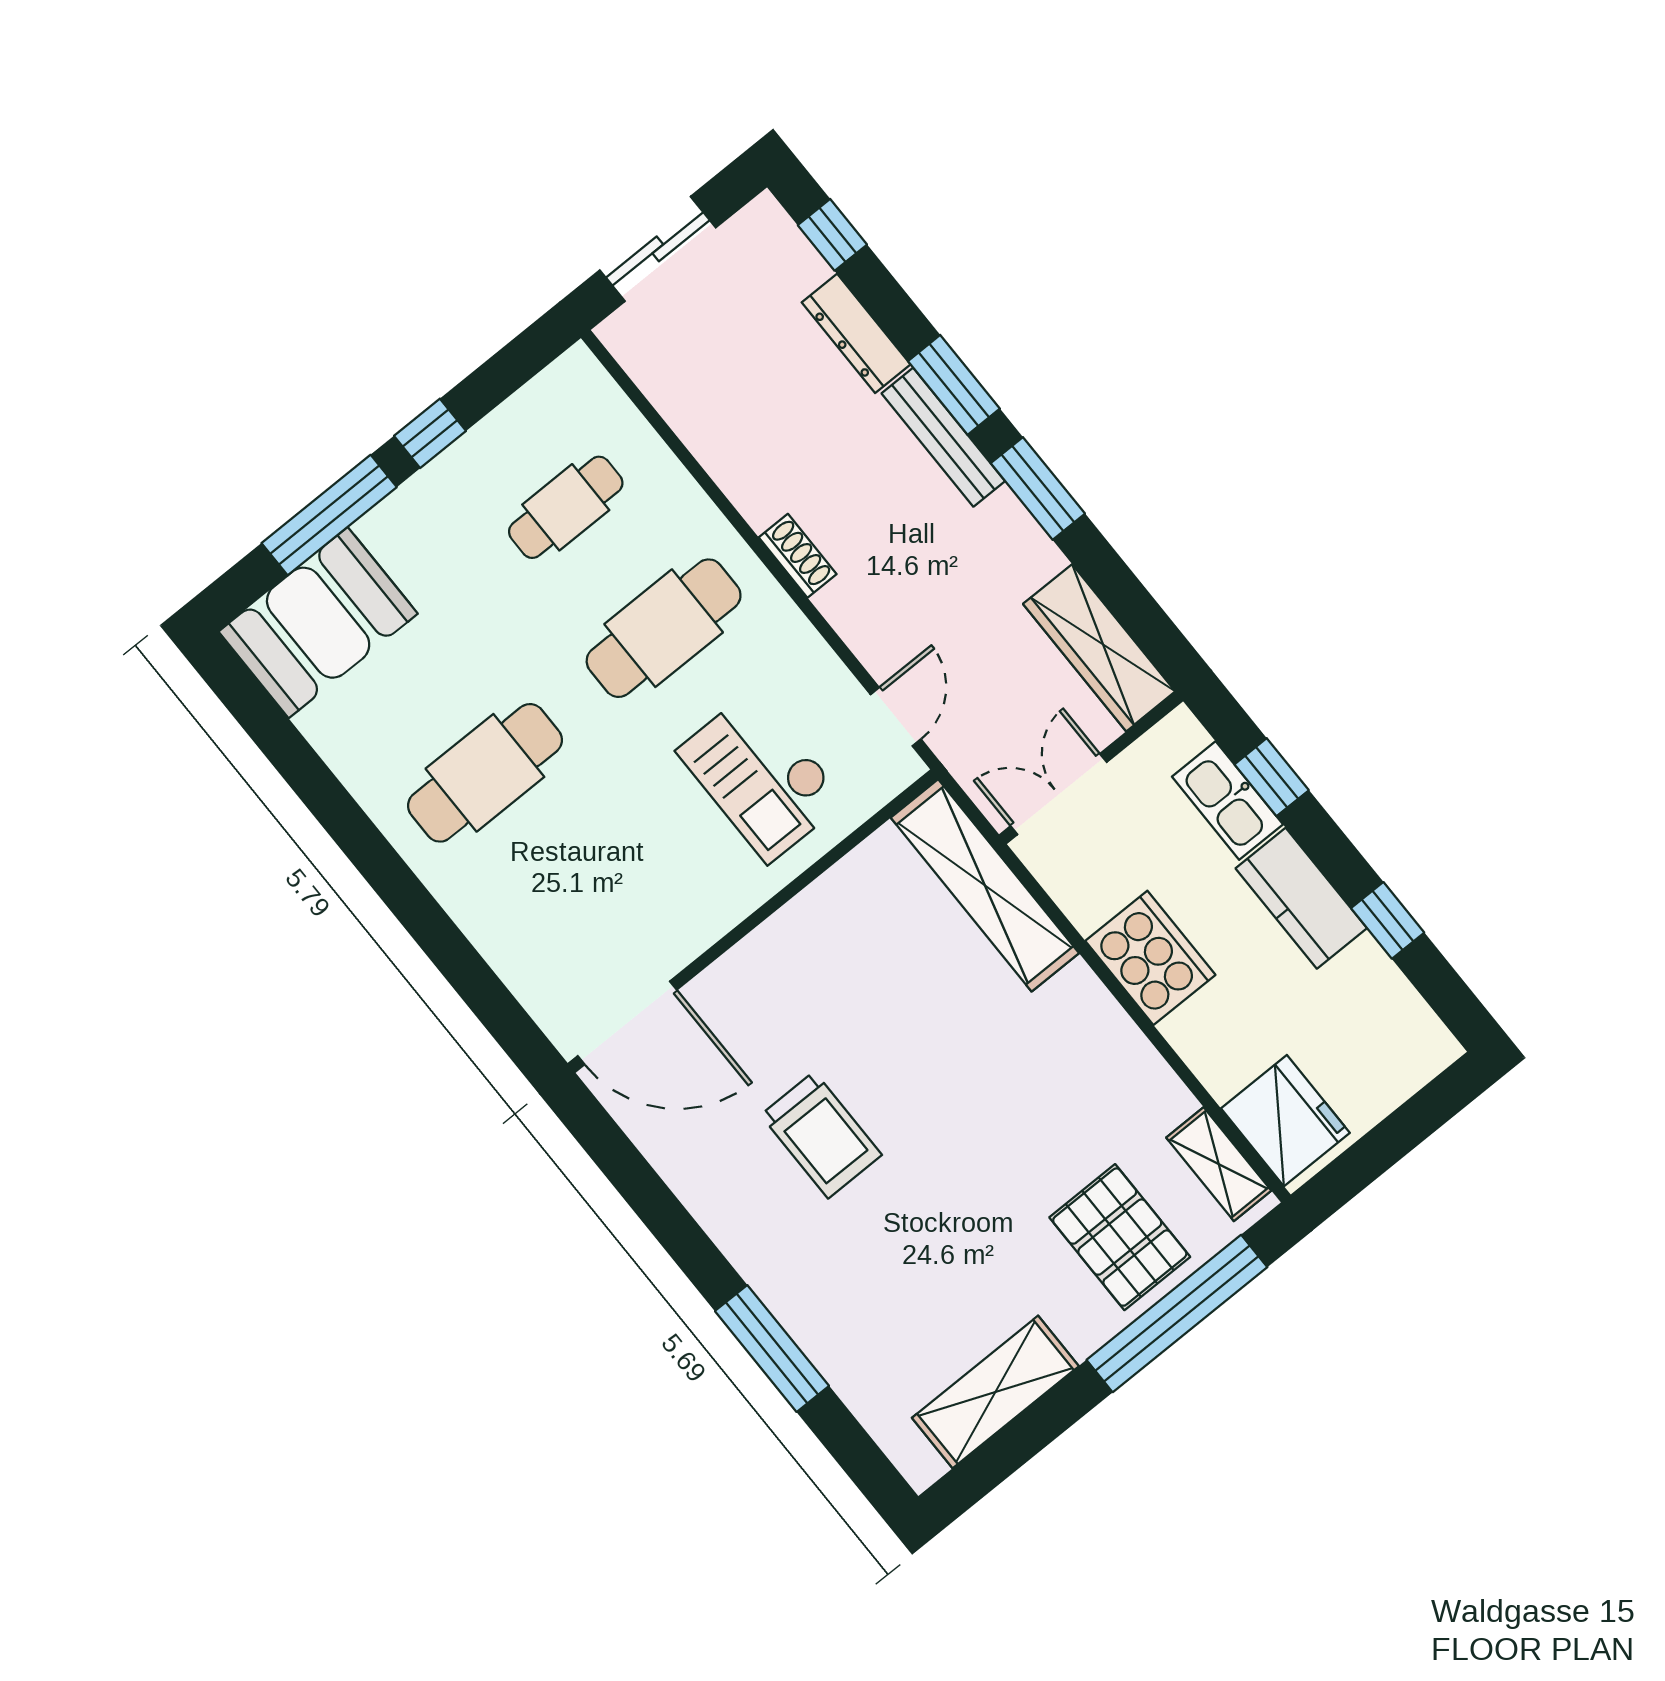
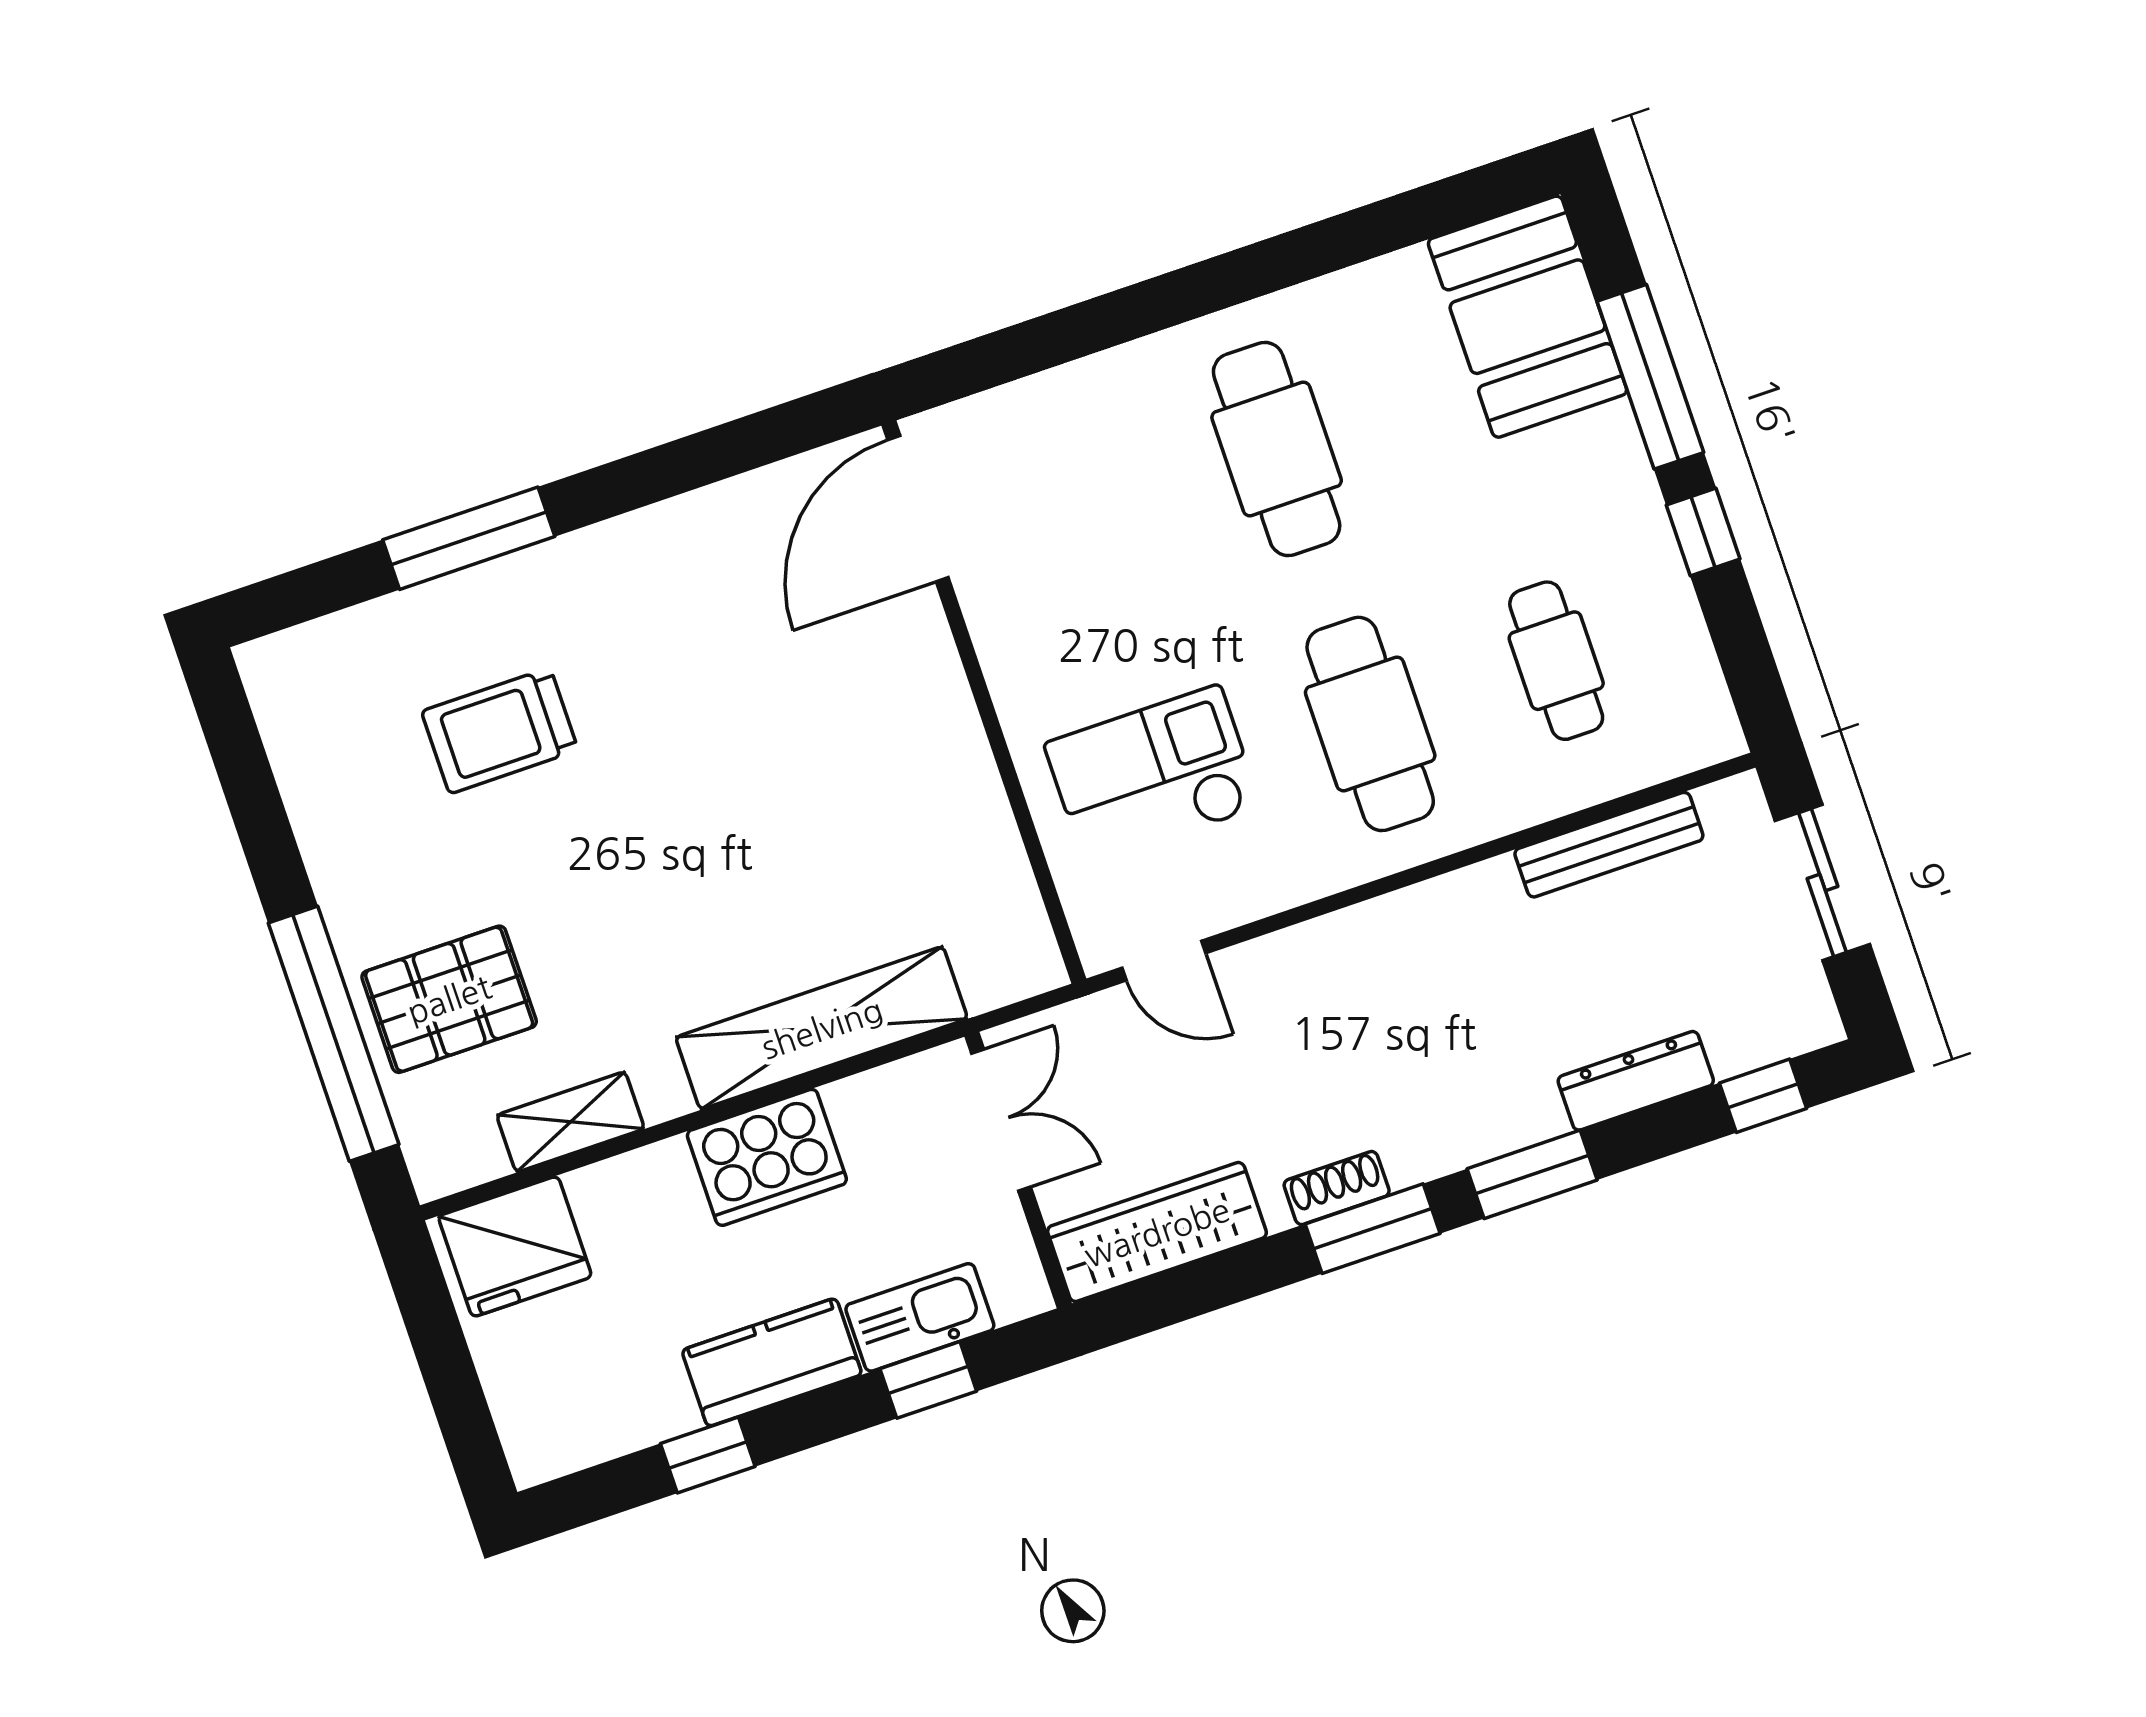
bench: (943, 437) -> (1609, 845), moved
shoe rack: (798, 556) -> (1337, 1188), moved, turned 180
shelving: (985, 885) -> (822, 1028), moved
trolley: (821, 1135) -> (500, 731), moved
shelving: (1219, 1164) -> (571, 1122), moved
shelving: (995, 1392) -> (320, 784), removed

